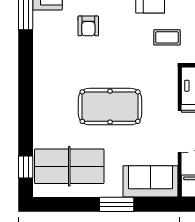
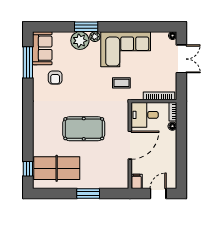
armchair: (88, 26) -> (55, 78), moved
sofa: (151, 181) -> (111, 178), removed

